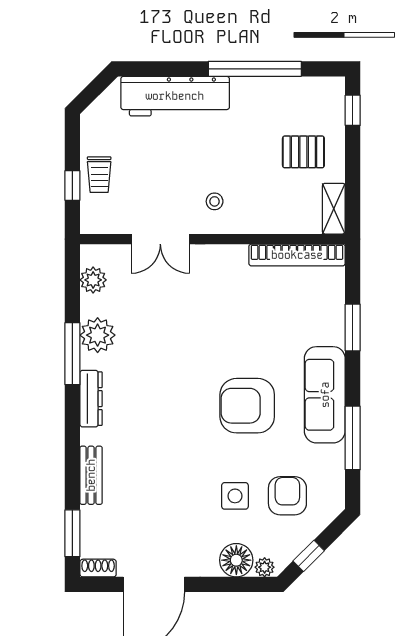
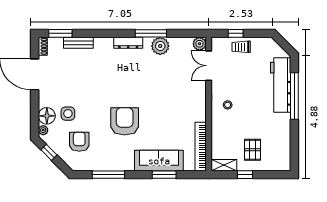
window: (255, 69) -> (294, 96), moved
window: (353, 110) -> (245, 175), moved
double door: (160, 239) -> (209, 66), moved
plant: (93, 280) -> (199, 44), moved
sofa: (325, 395) -> (159, 161), moved
bench: (91, 475) -> (78, 43), moved
side table: (235, 496) -> (68, 114), moved
armchair: (287, 496) -> (79, 142), turned -90

